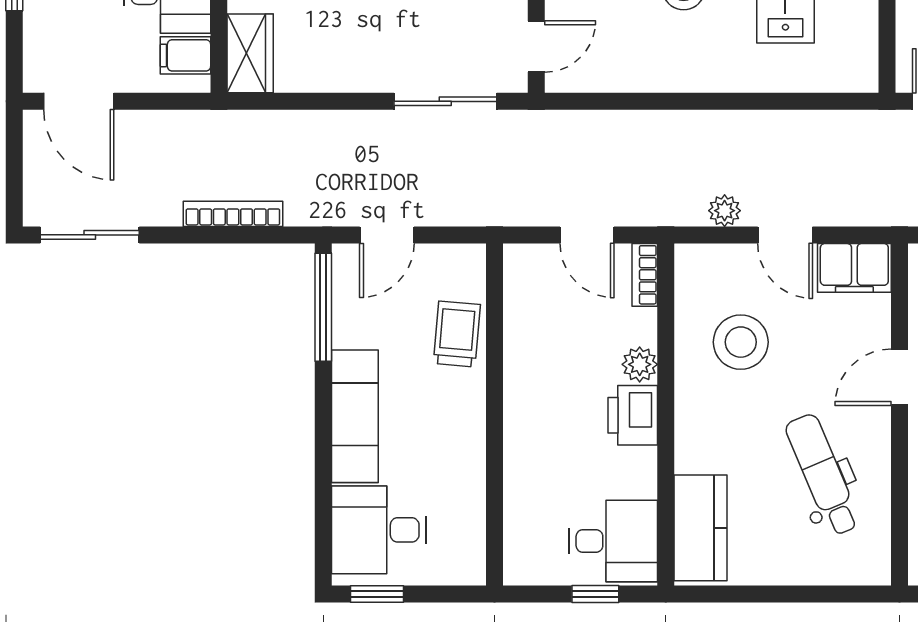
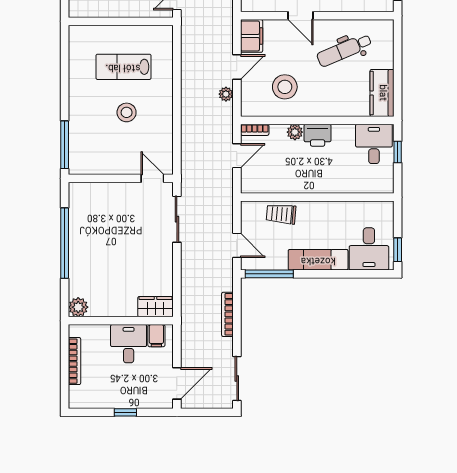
kitchen counter: (701, 528) -> (382, 93), moved, turned -90

